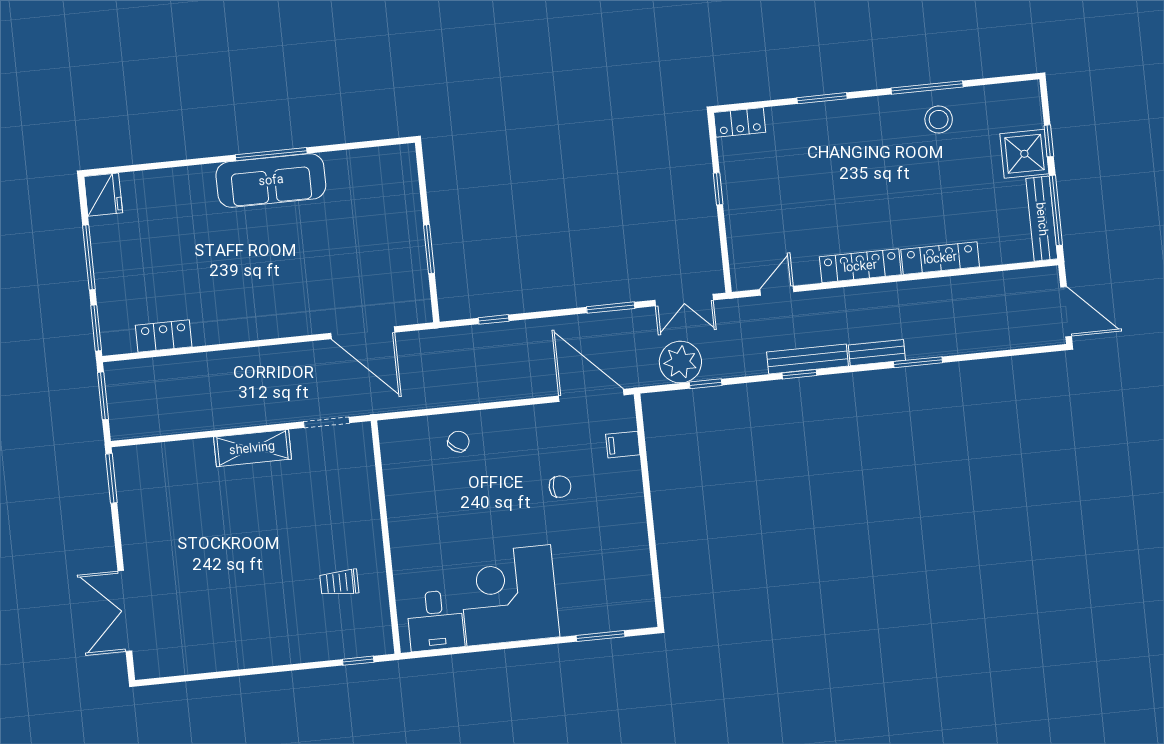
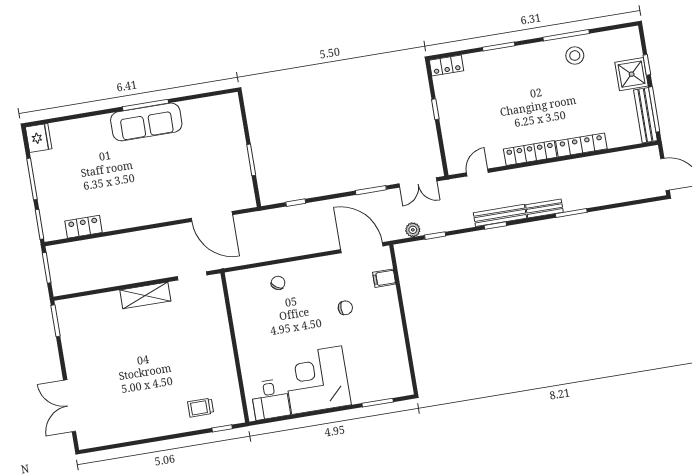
plant: (680, 362) -> (413, 230), width x0.53, depth x0.53
trolley: (339, 583) -> (201, 408), moved

